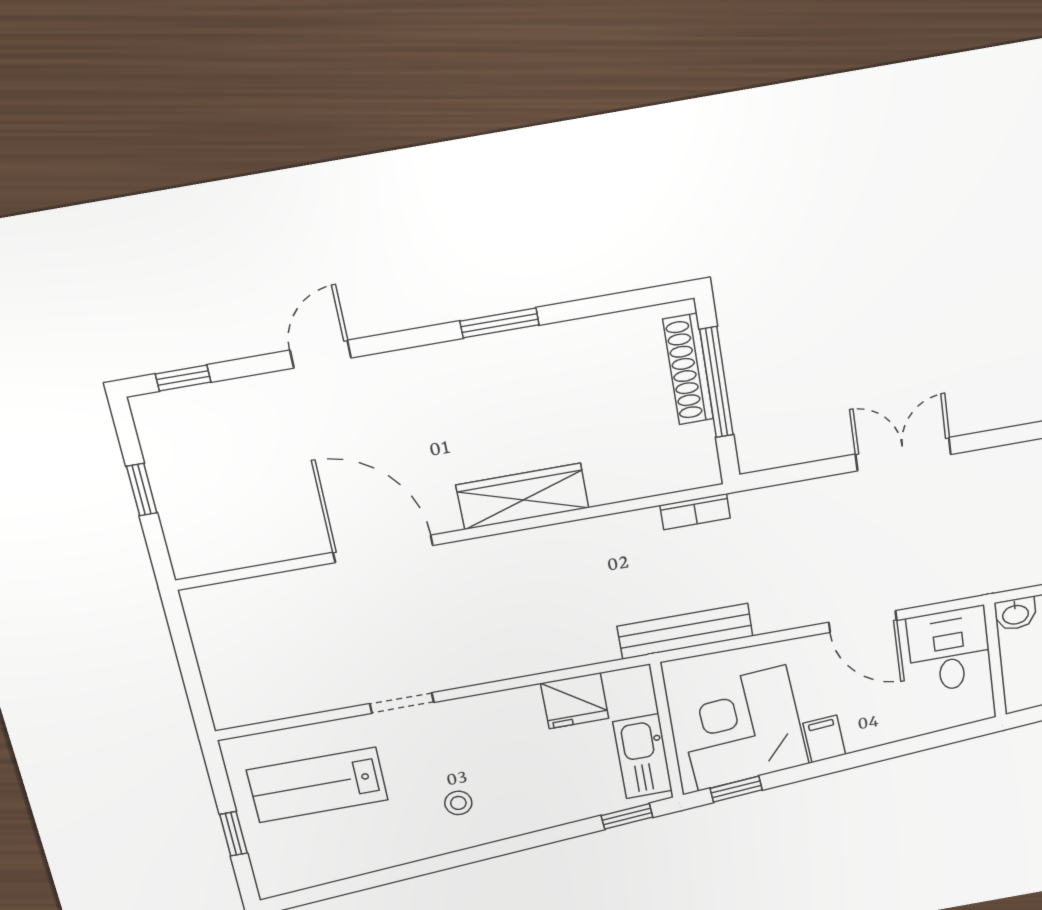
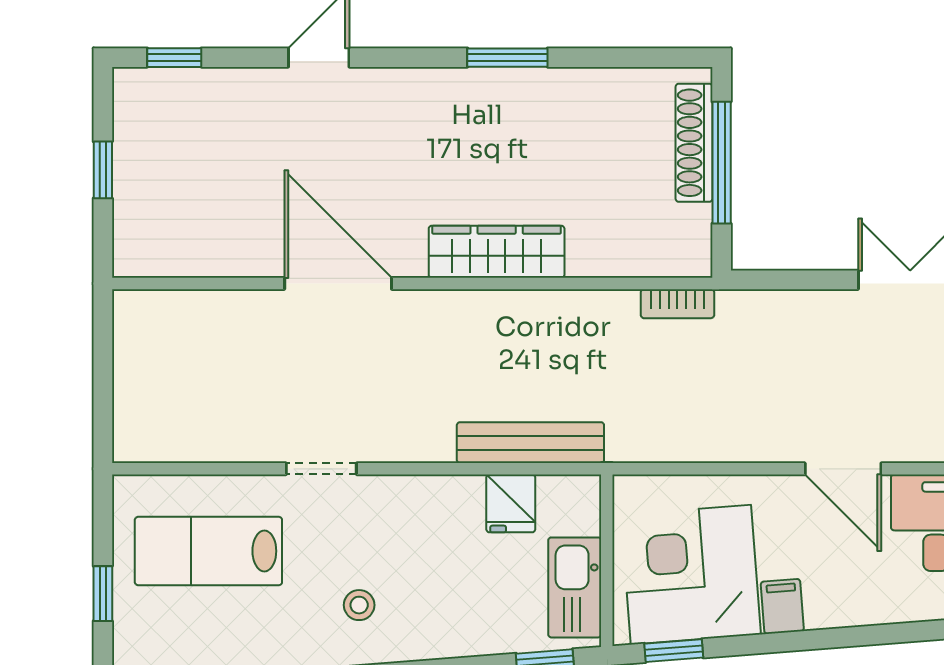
bench: (685, 631) -> (530, 443), moved
fridge: (575, 701) -> (511, 503), width x0.72

